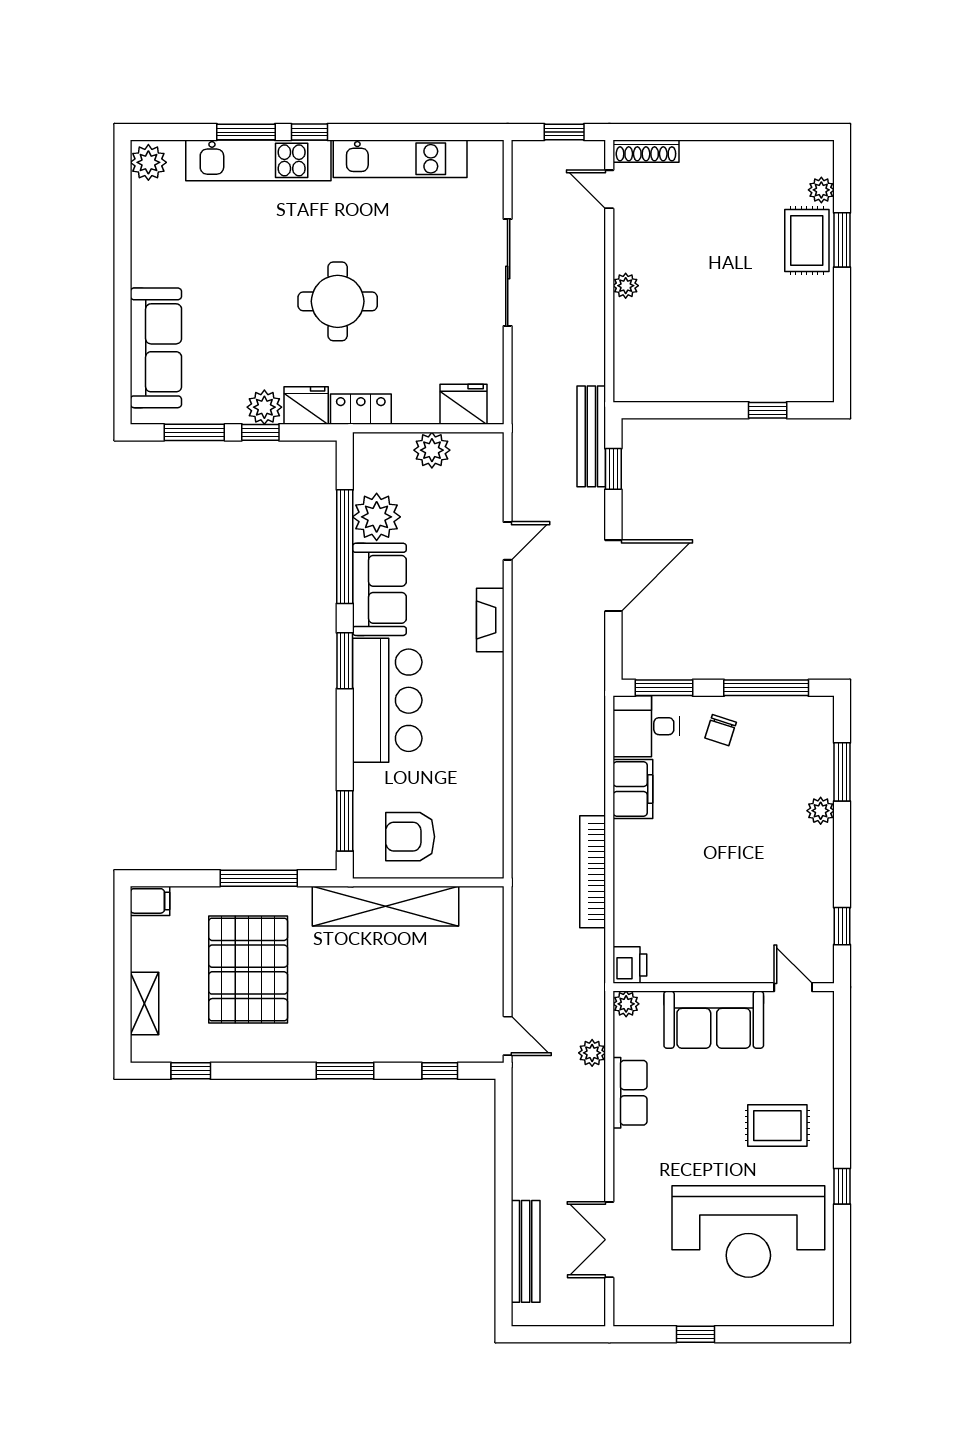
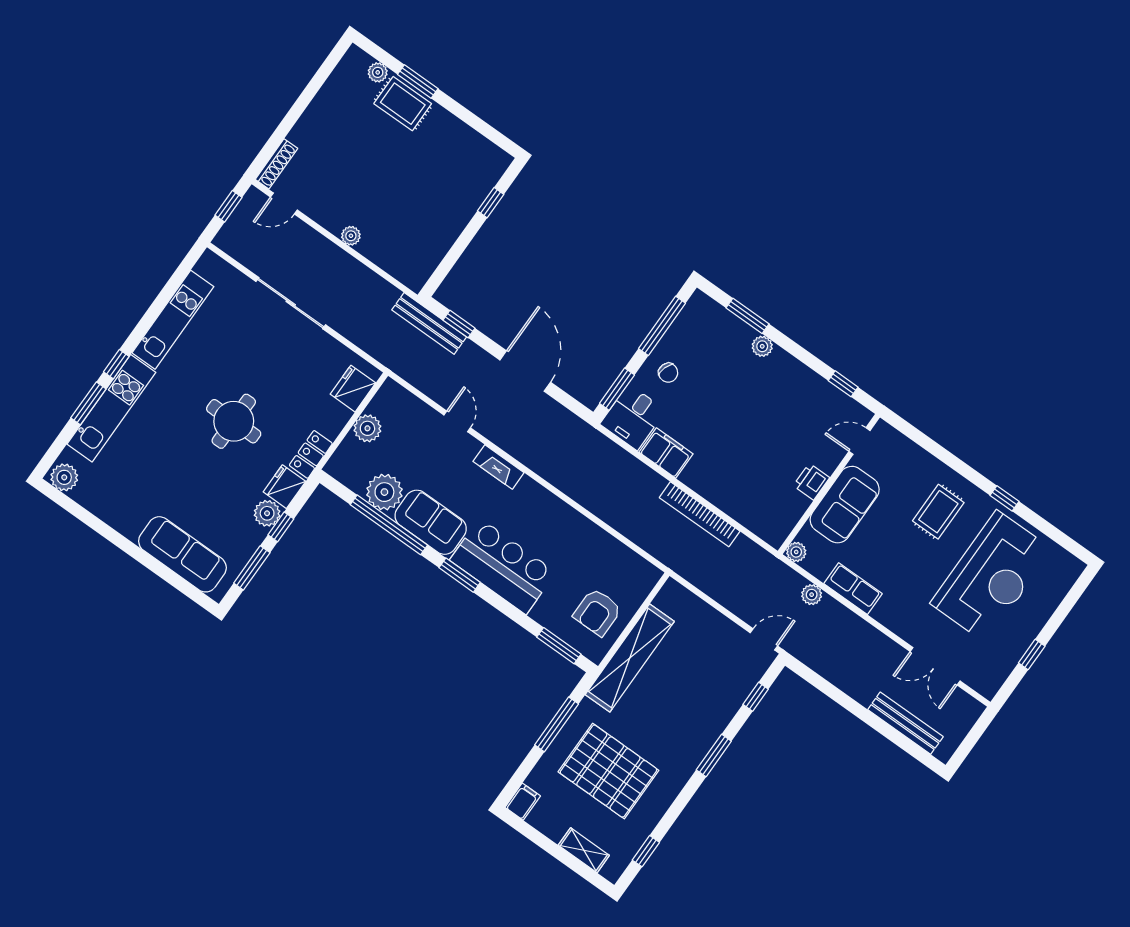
printer: (630, 965) -> (811, 482), moved, turned -90

